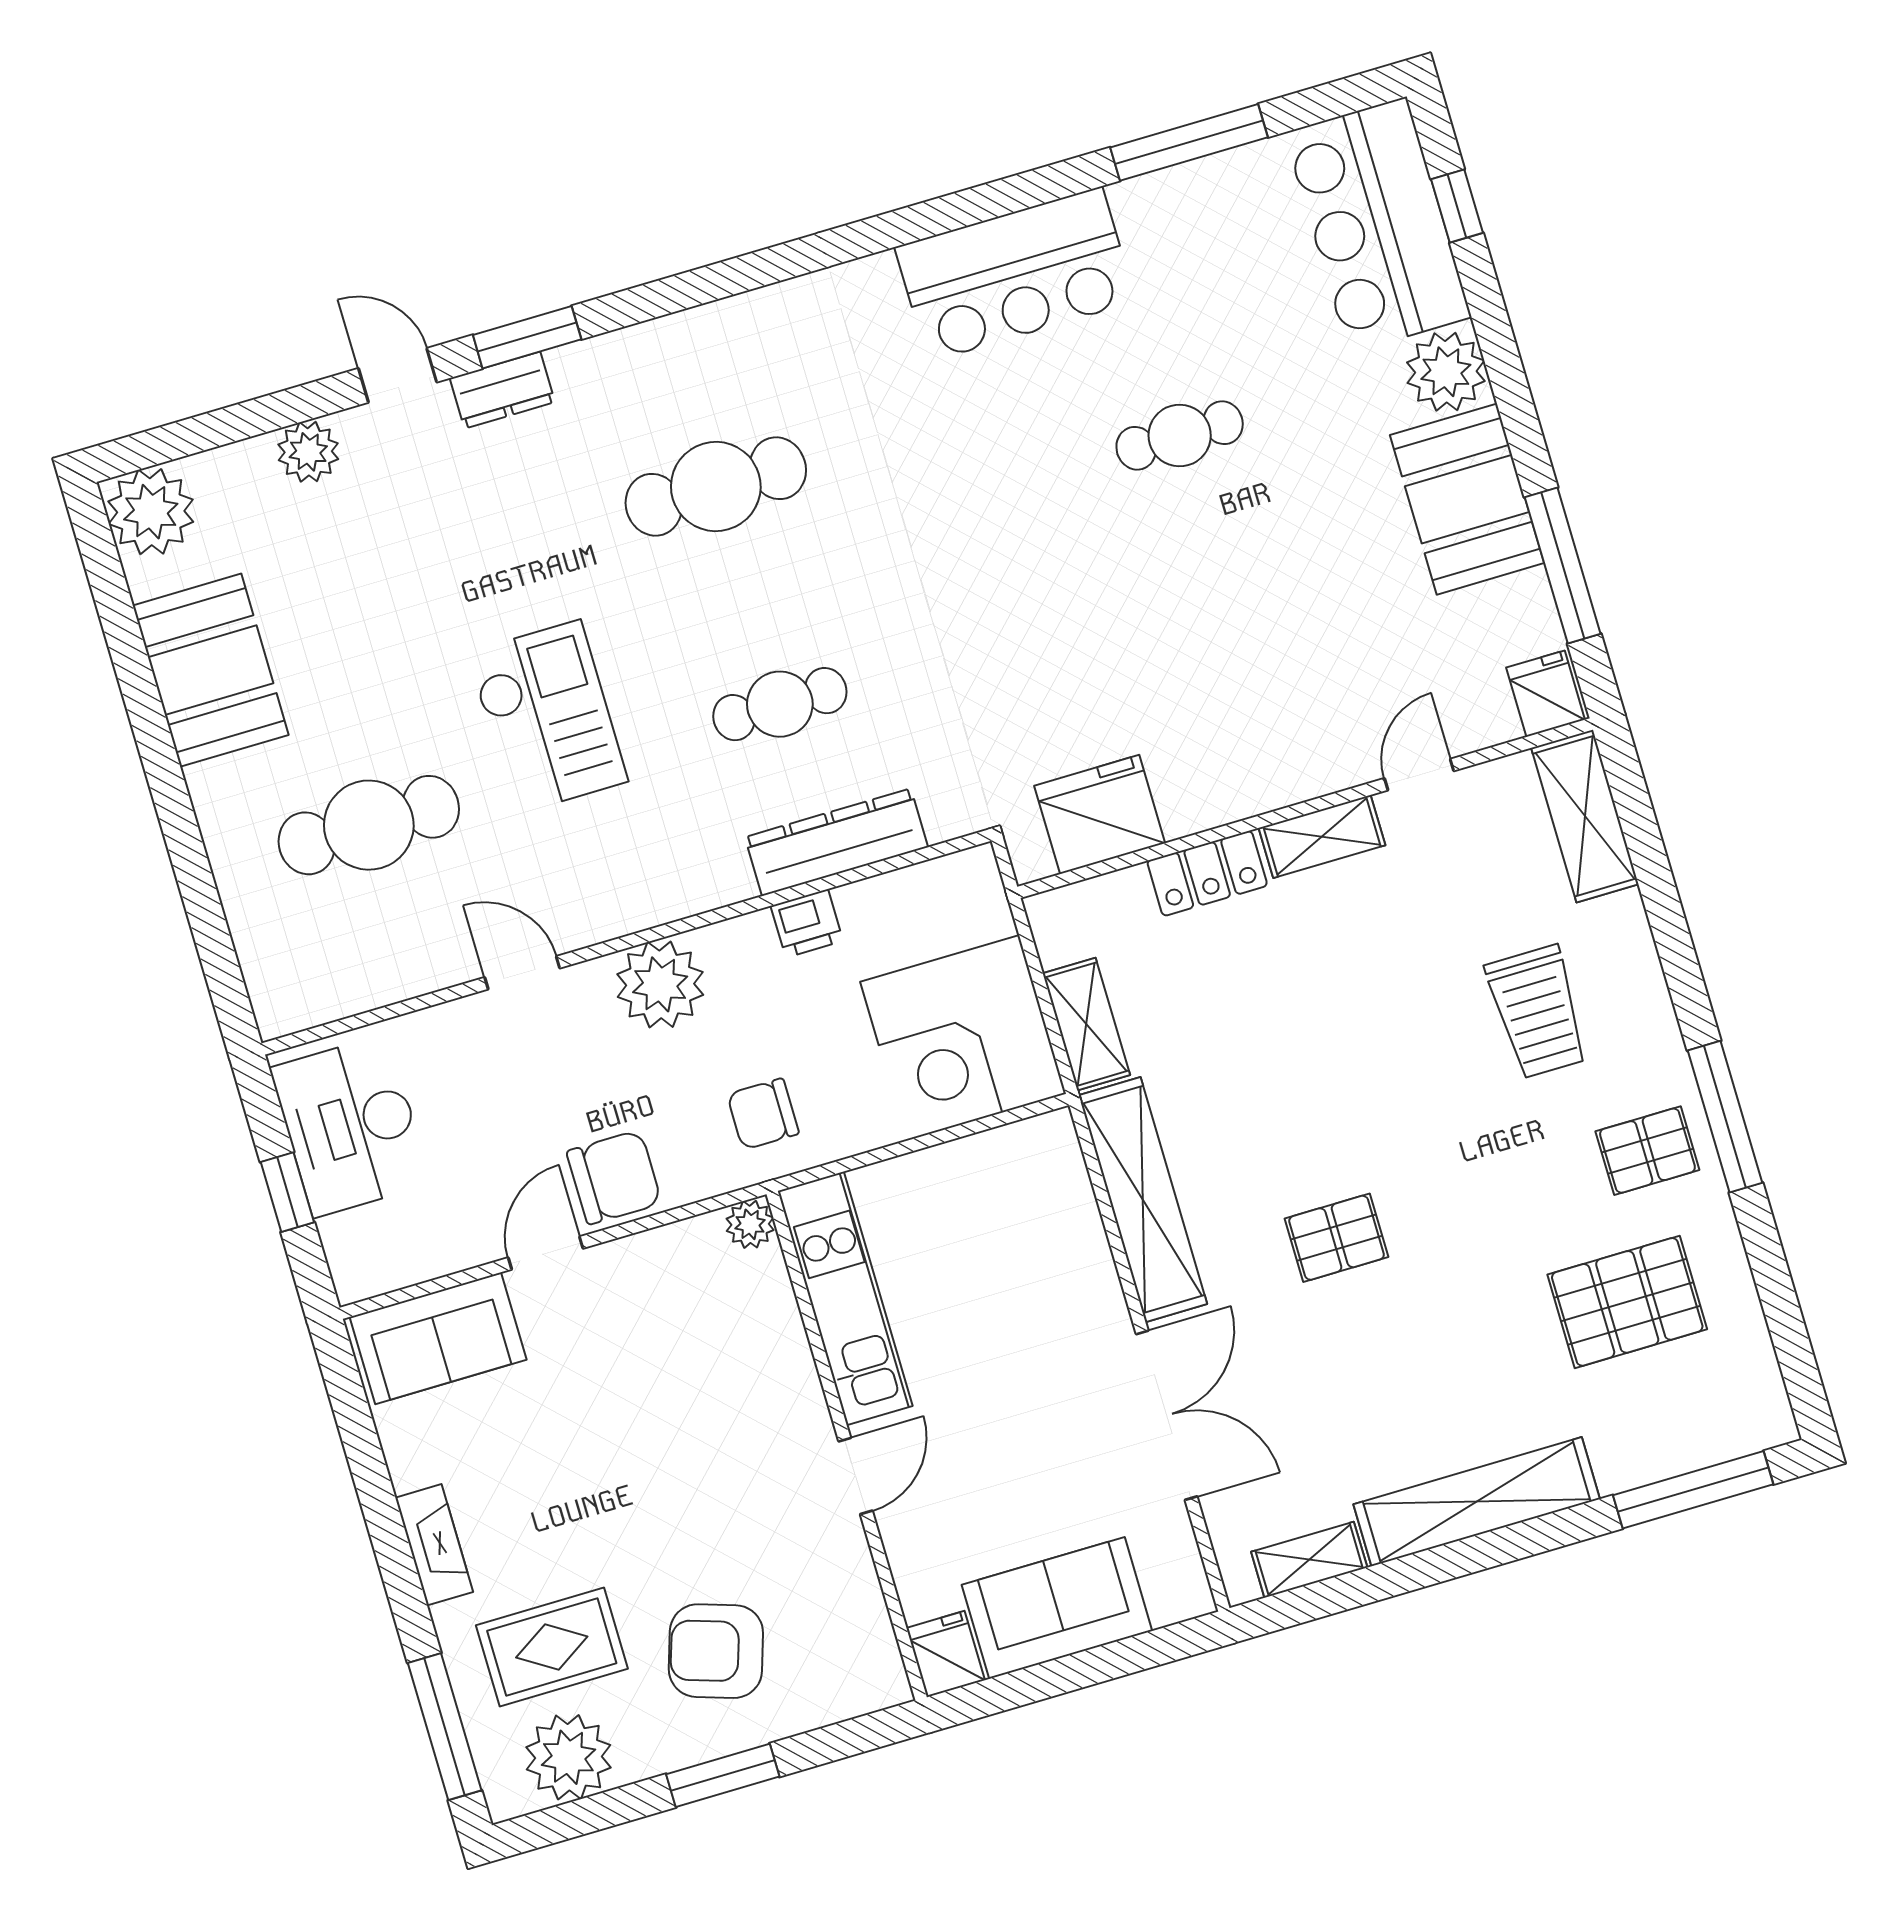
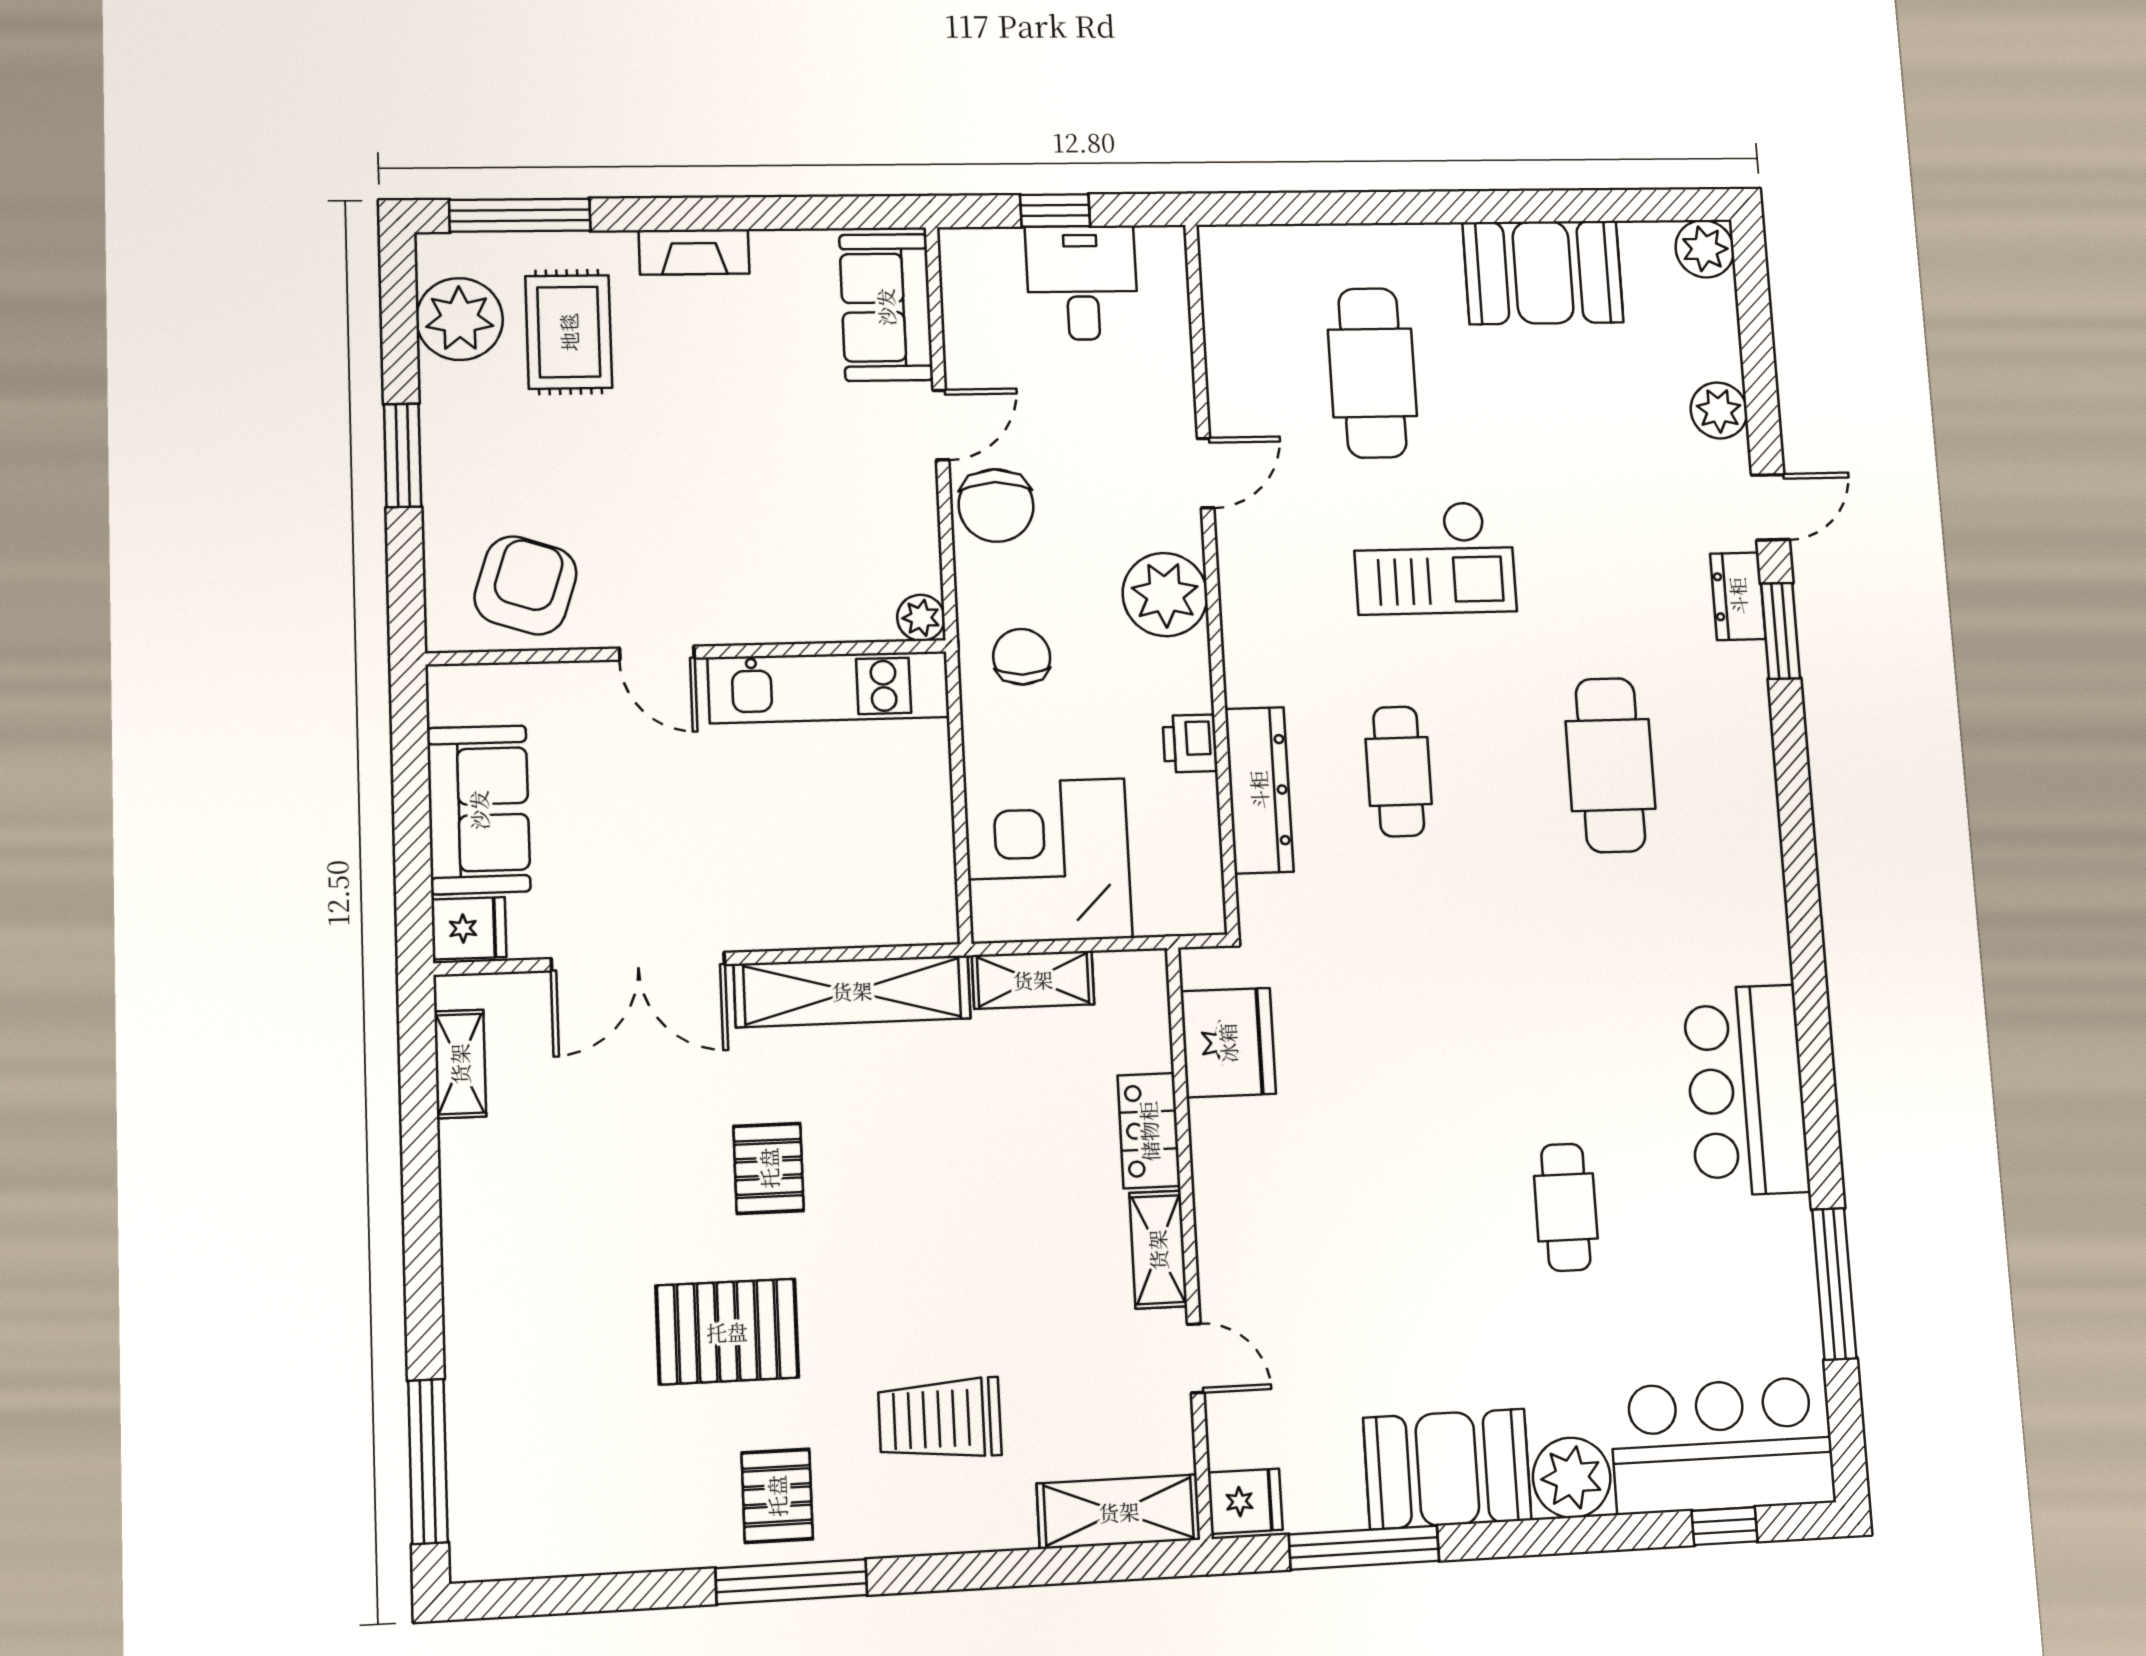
plant: (151, 512) -> (1705, 249), width x0.73, depth x0.73
desk: (350, 1126) -> (1082, 283), width x0.73
door: (546, 1253) -> (941, 425), hinge flipped
pallet: (1627, 1302) -> (727, 1332), moved, turned 90
shelving: (1477, 1502) -> (474, 1242), removed
armchair: (716, 1651) -> (526, 585), moved
fridge: (946, 1654) -> (469, 928), moved

